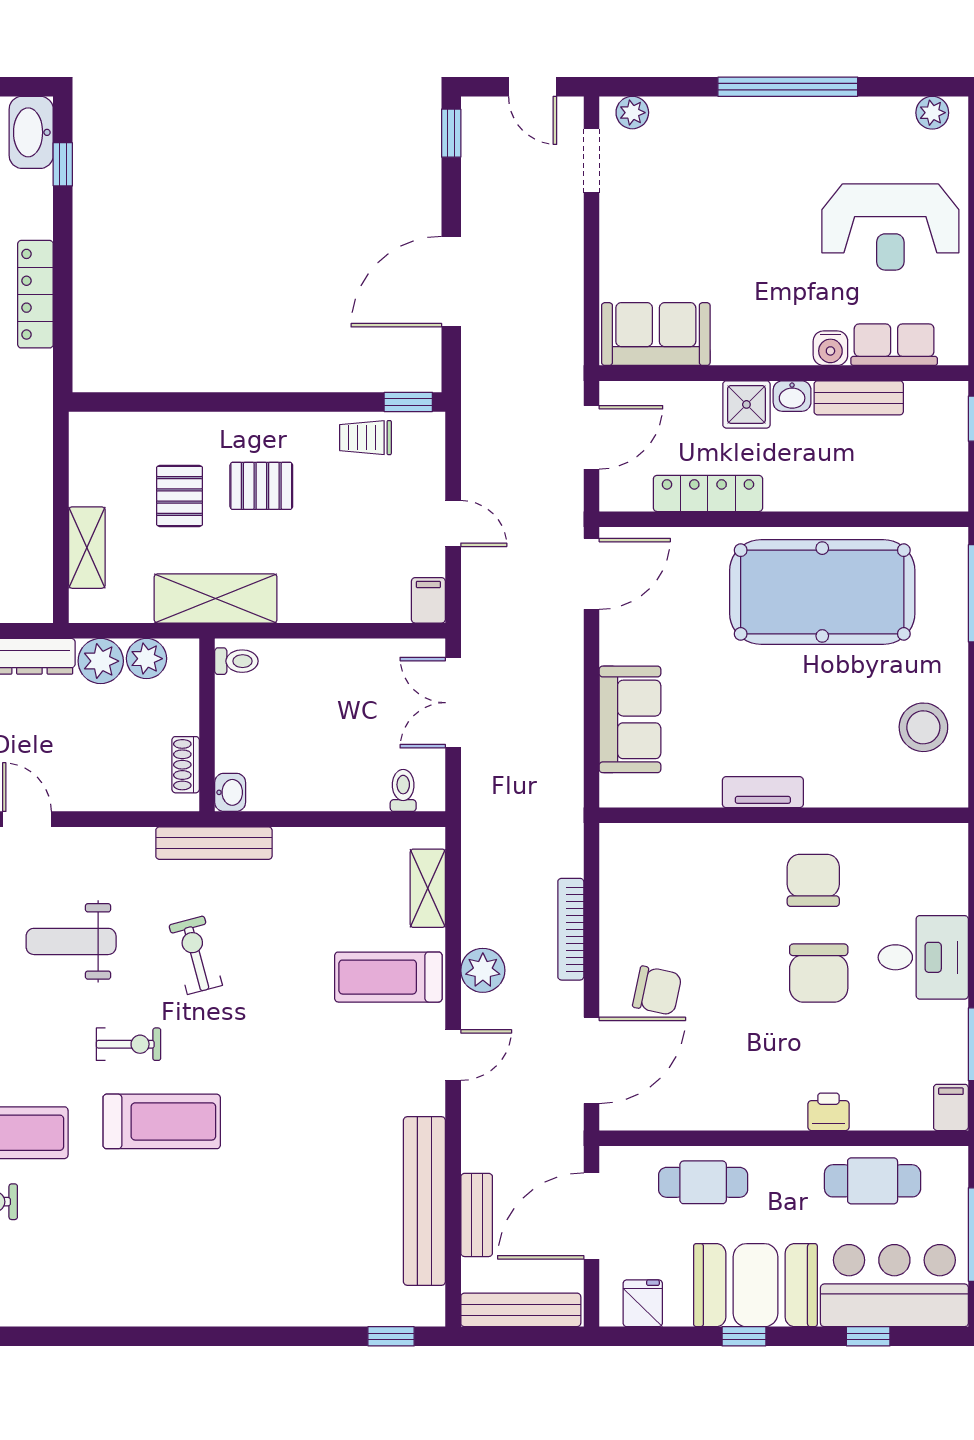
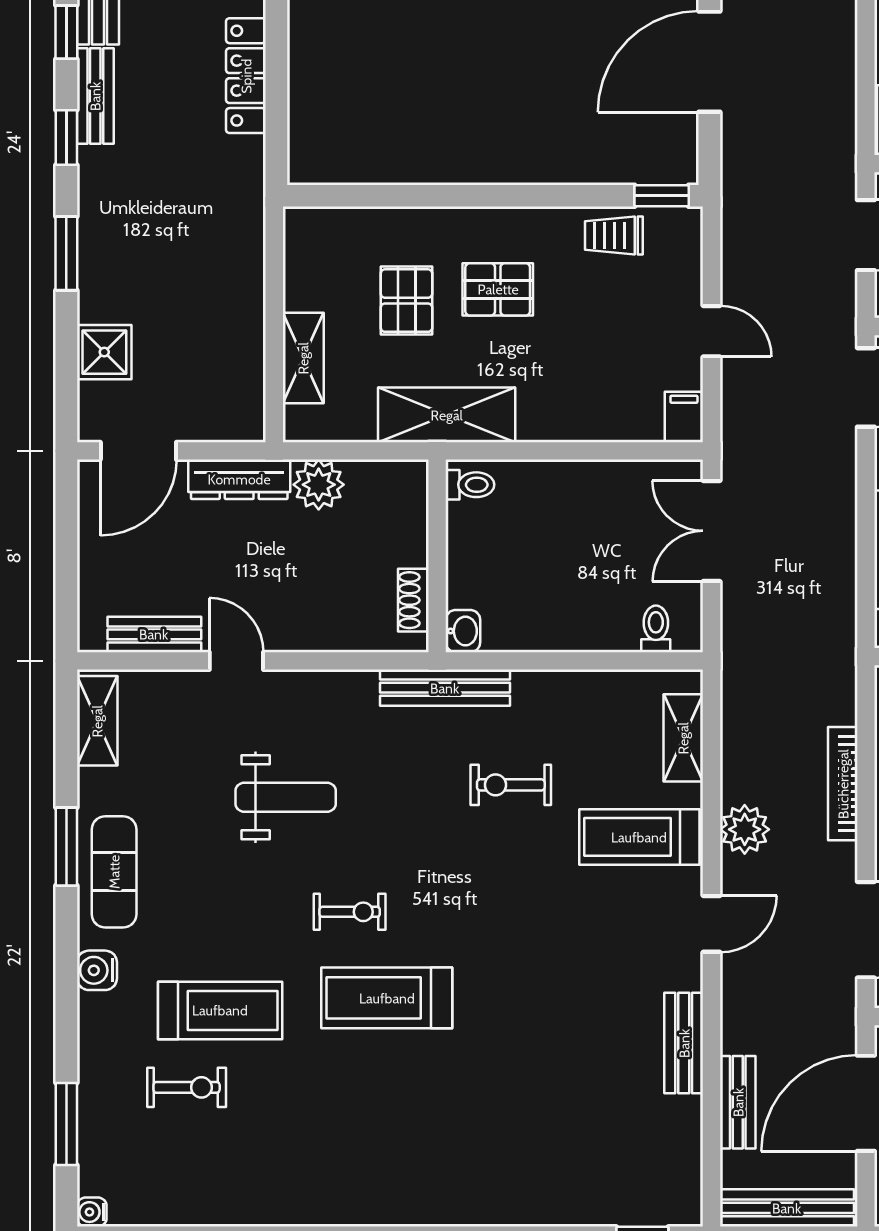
plant: (146, 659) -> (370, 482), removed
weight bench: (71, 941) -> (286, 797), turned 180
exercise bike: (196, 955) -> (511, 785), moved, turned -75
treadmill: (162, 1121) -> (387, 998), turned 180
bench: (424, 1201) -> (684, 1043), width x0.54, depth x0.82

